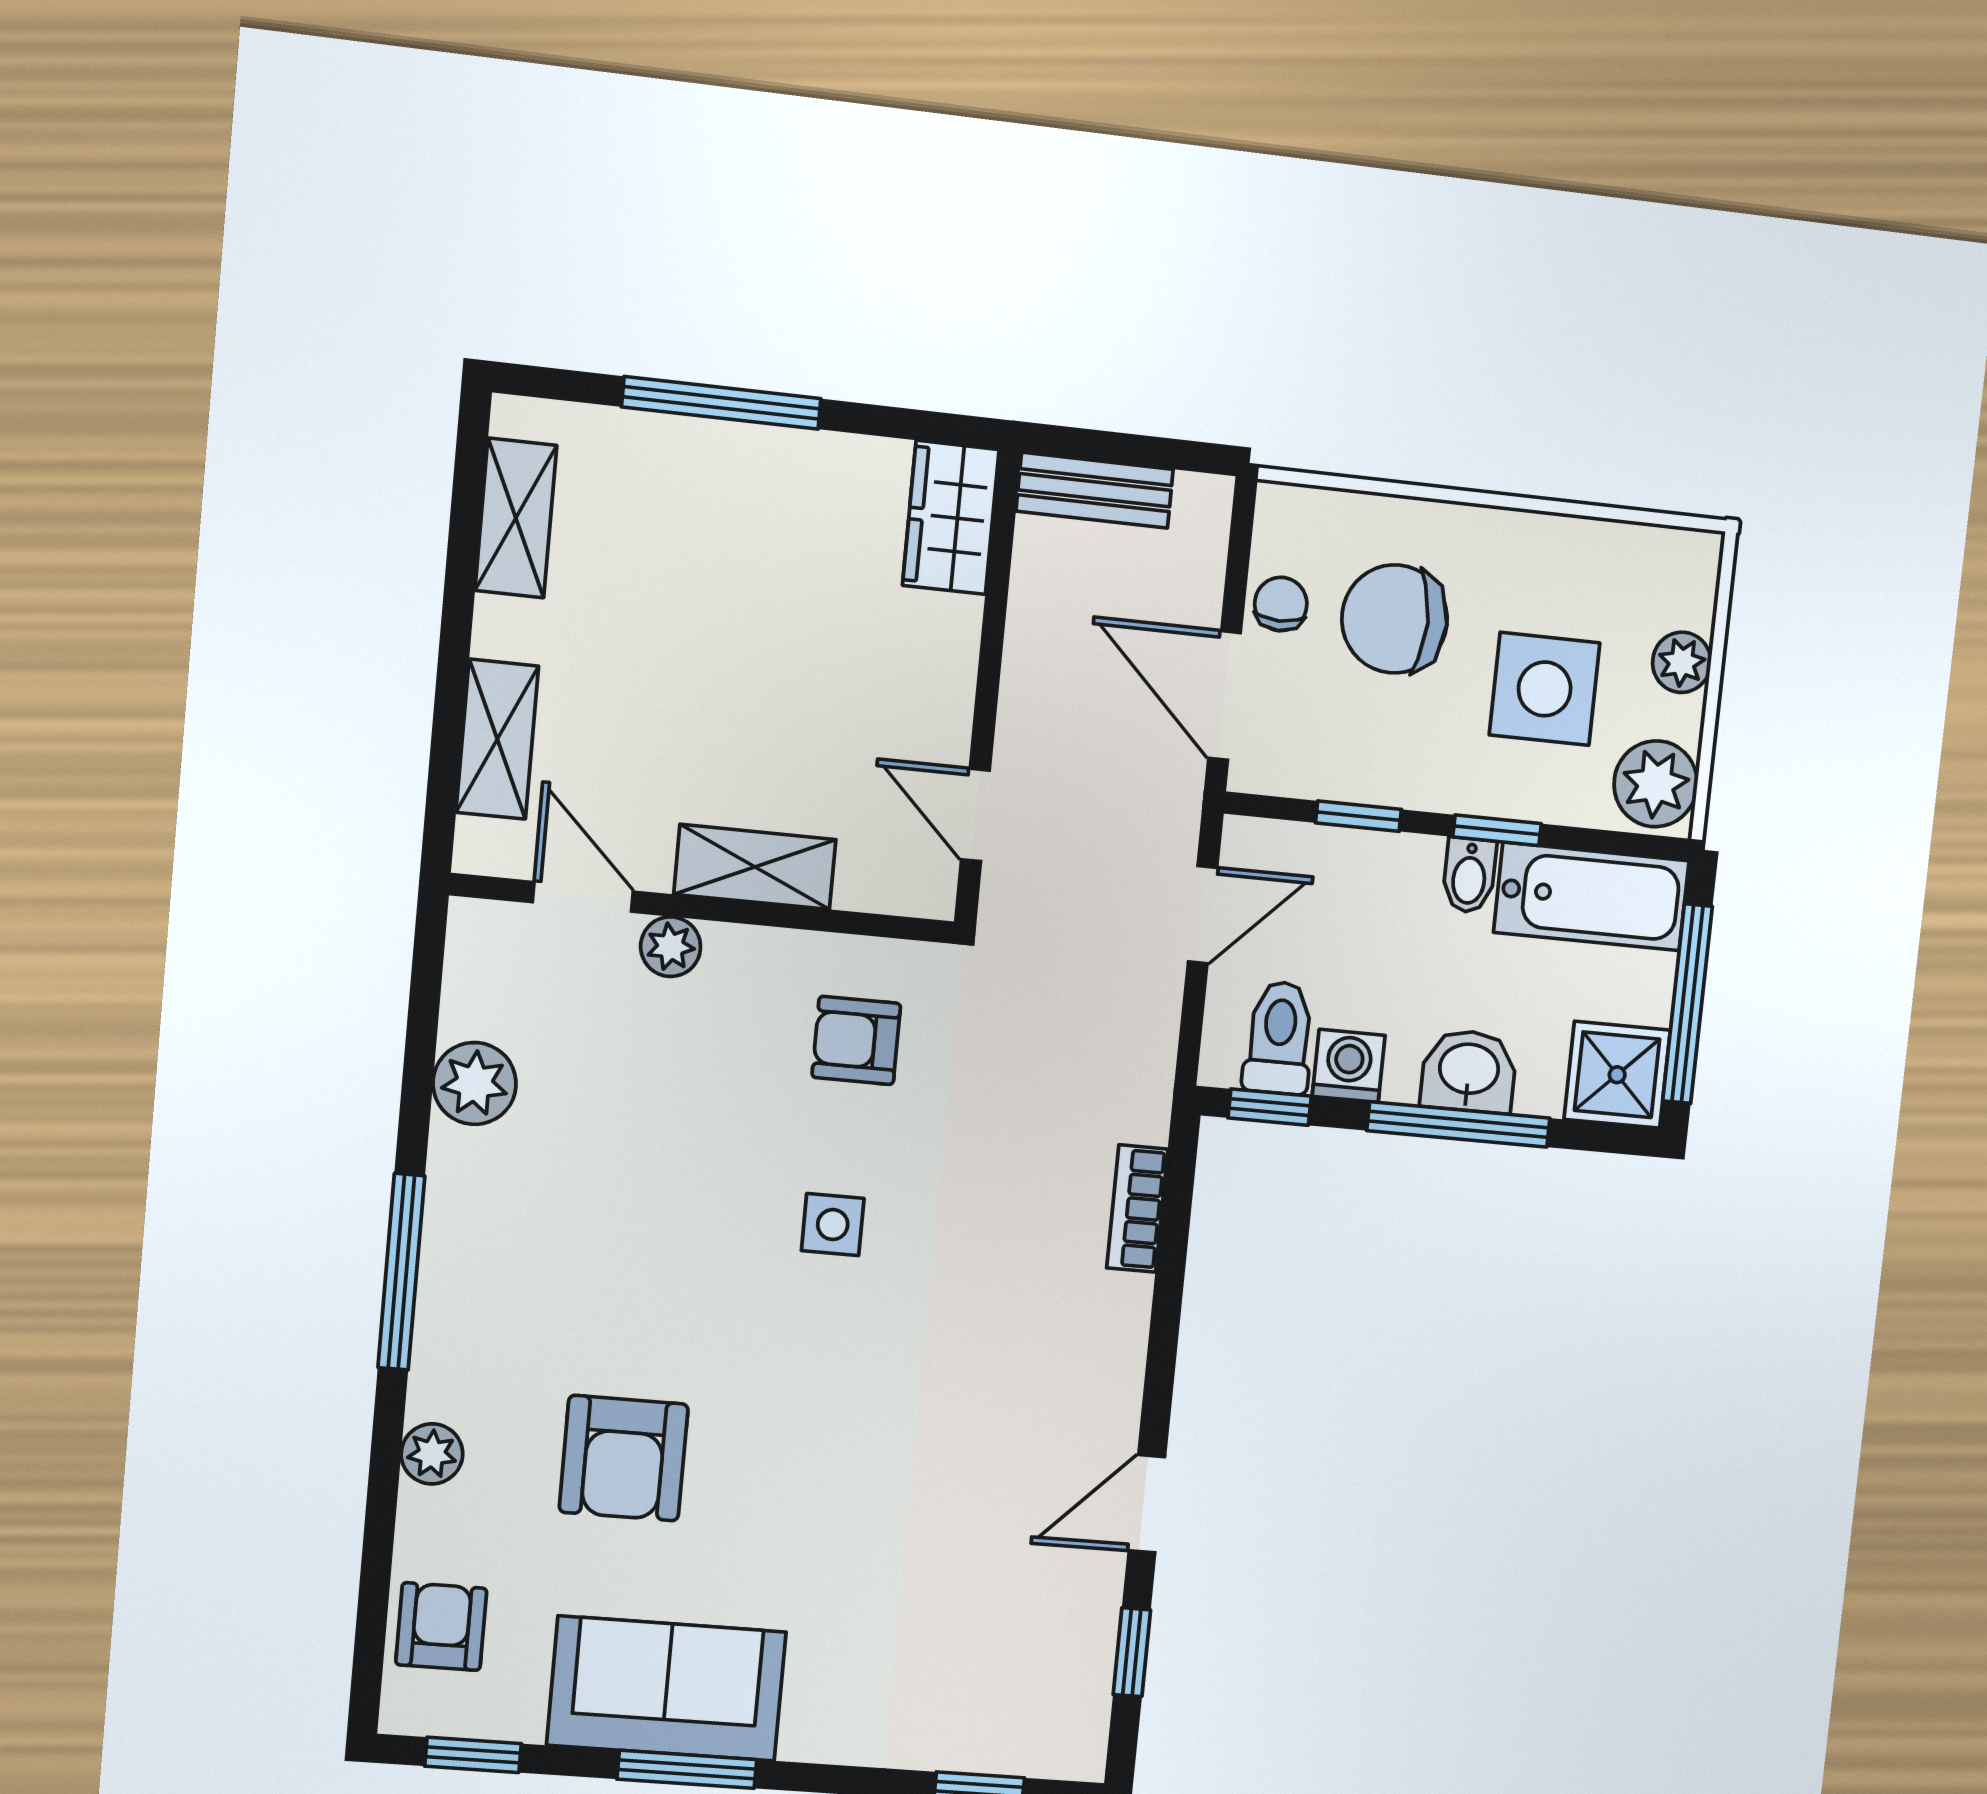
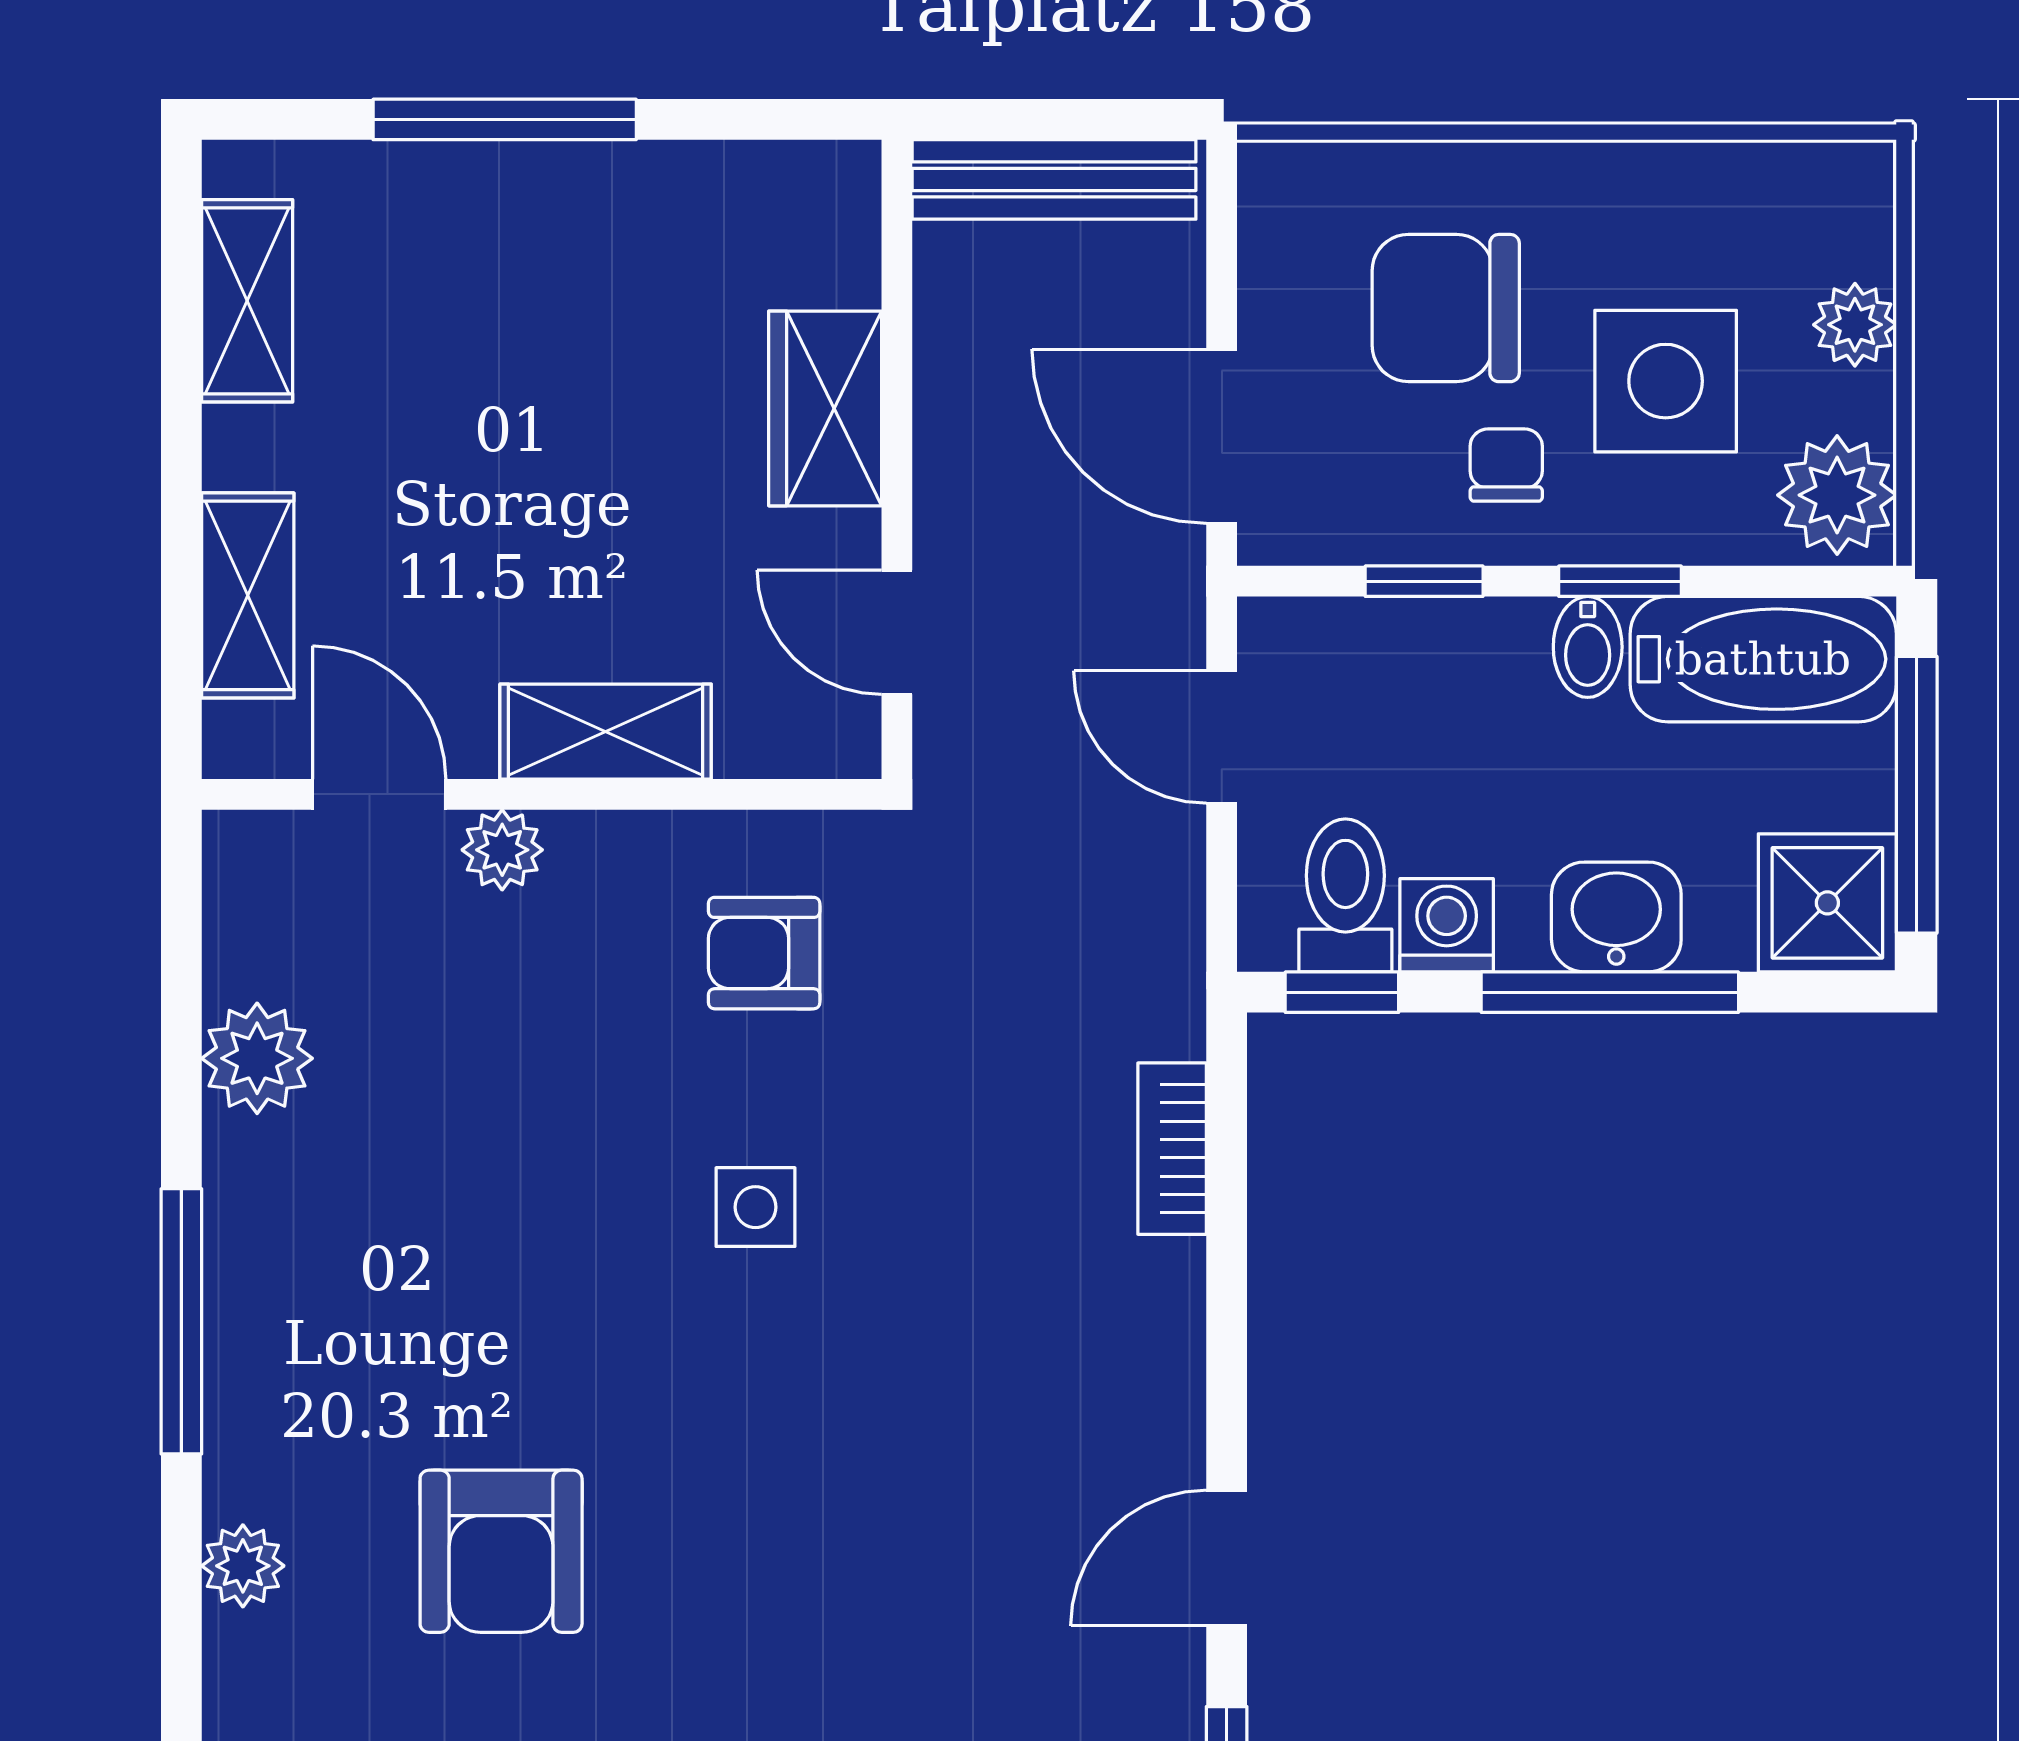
bench: (1095, 490) -> (1054, 179), width x1.36
wardrobe: (951, 517) -> (825, 408), moved
chair: (1281, 604) -> (1506, 465), moved
door: (1202, 915) -> (1222, 737), swing flipped

